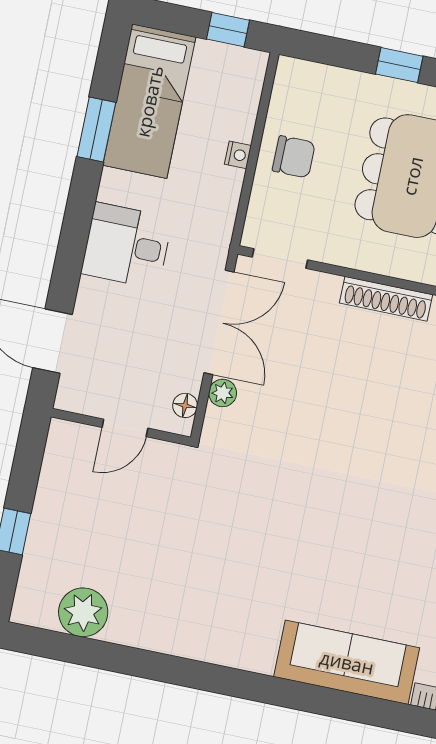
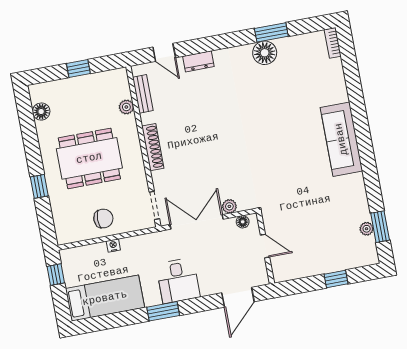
window: (96, 130) -> (163, 311), moved
chair: (294, 157) -> (103, 219), turned 90
plant: (83, 612) -> (367, 229), width x0.53, depth x0.53
window: (75, 649) -> (380, 227), added
sofa: (347, 662) -> (341, 139), moved

